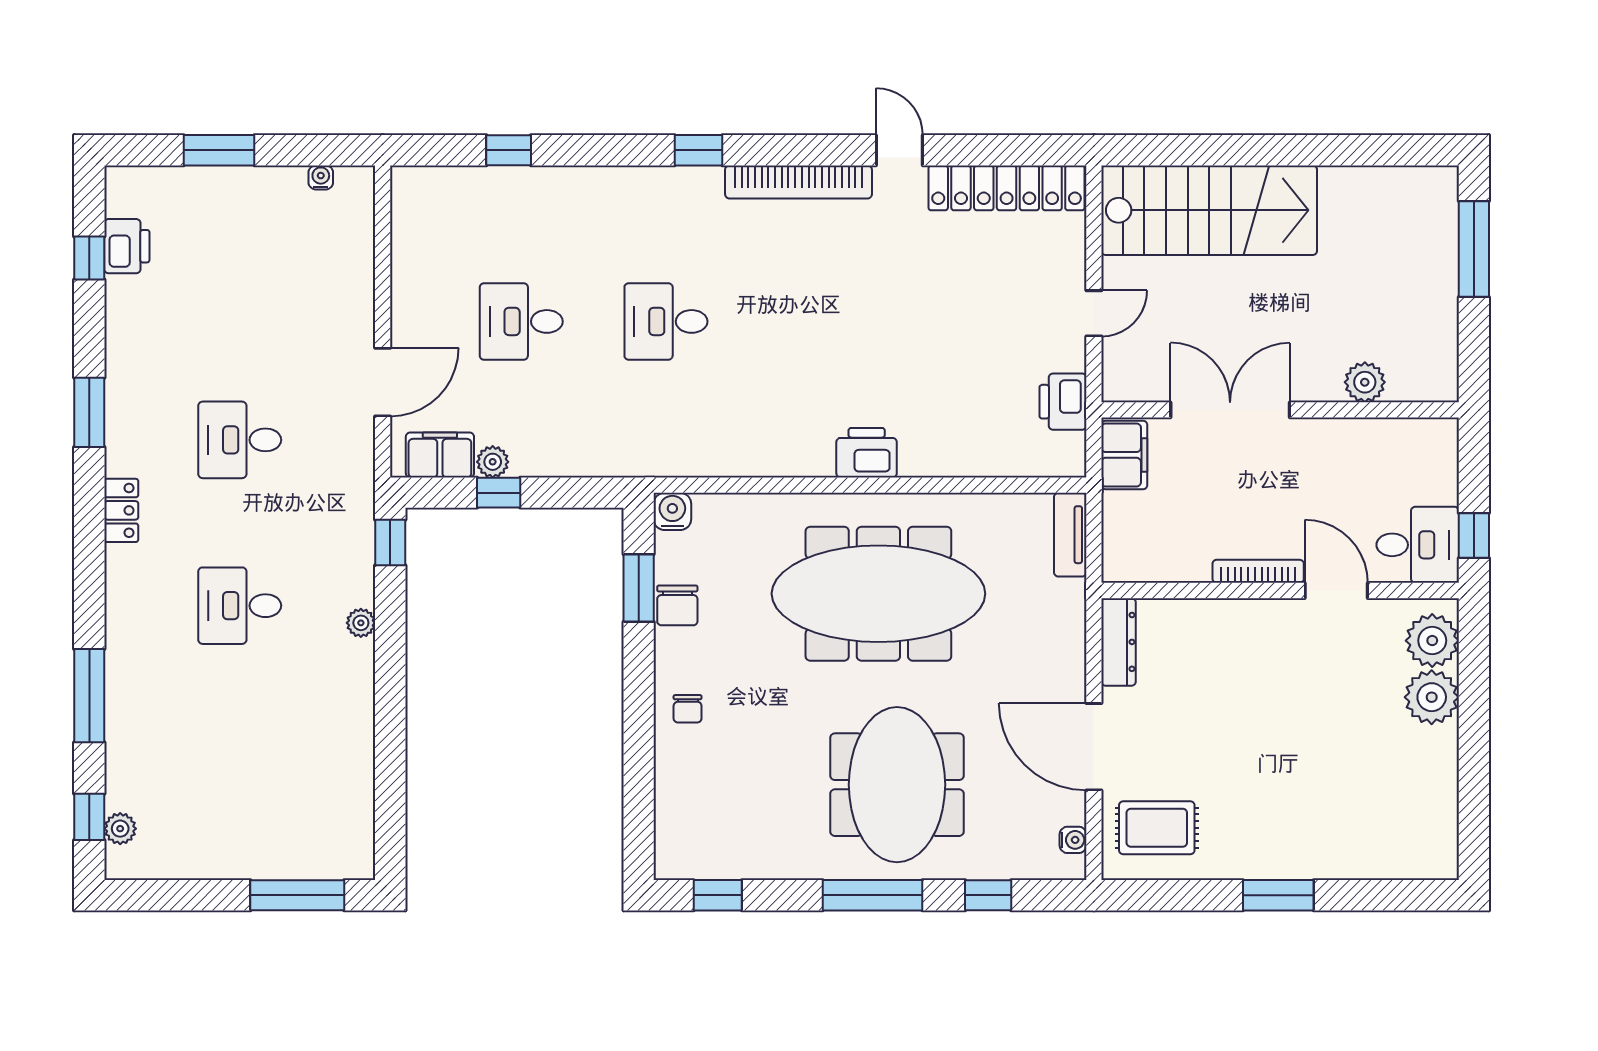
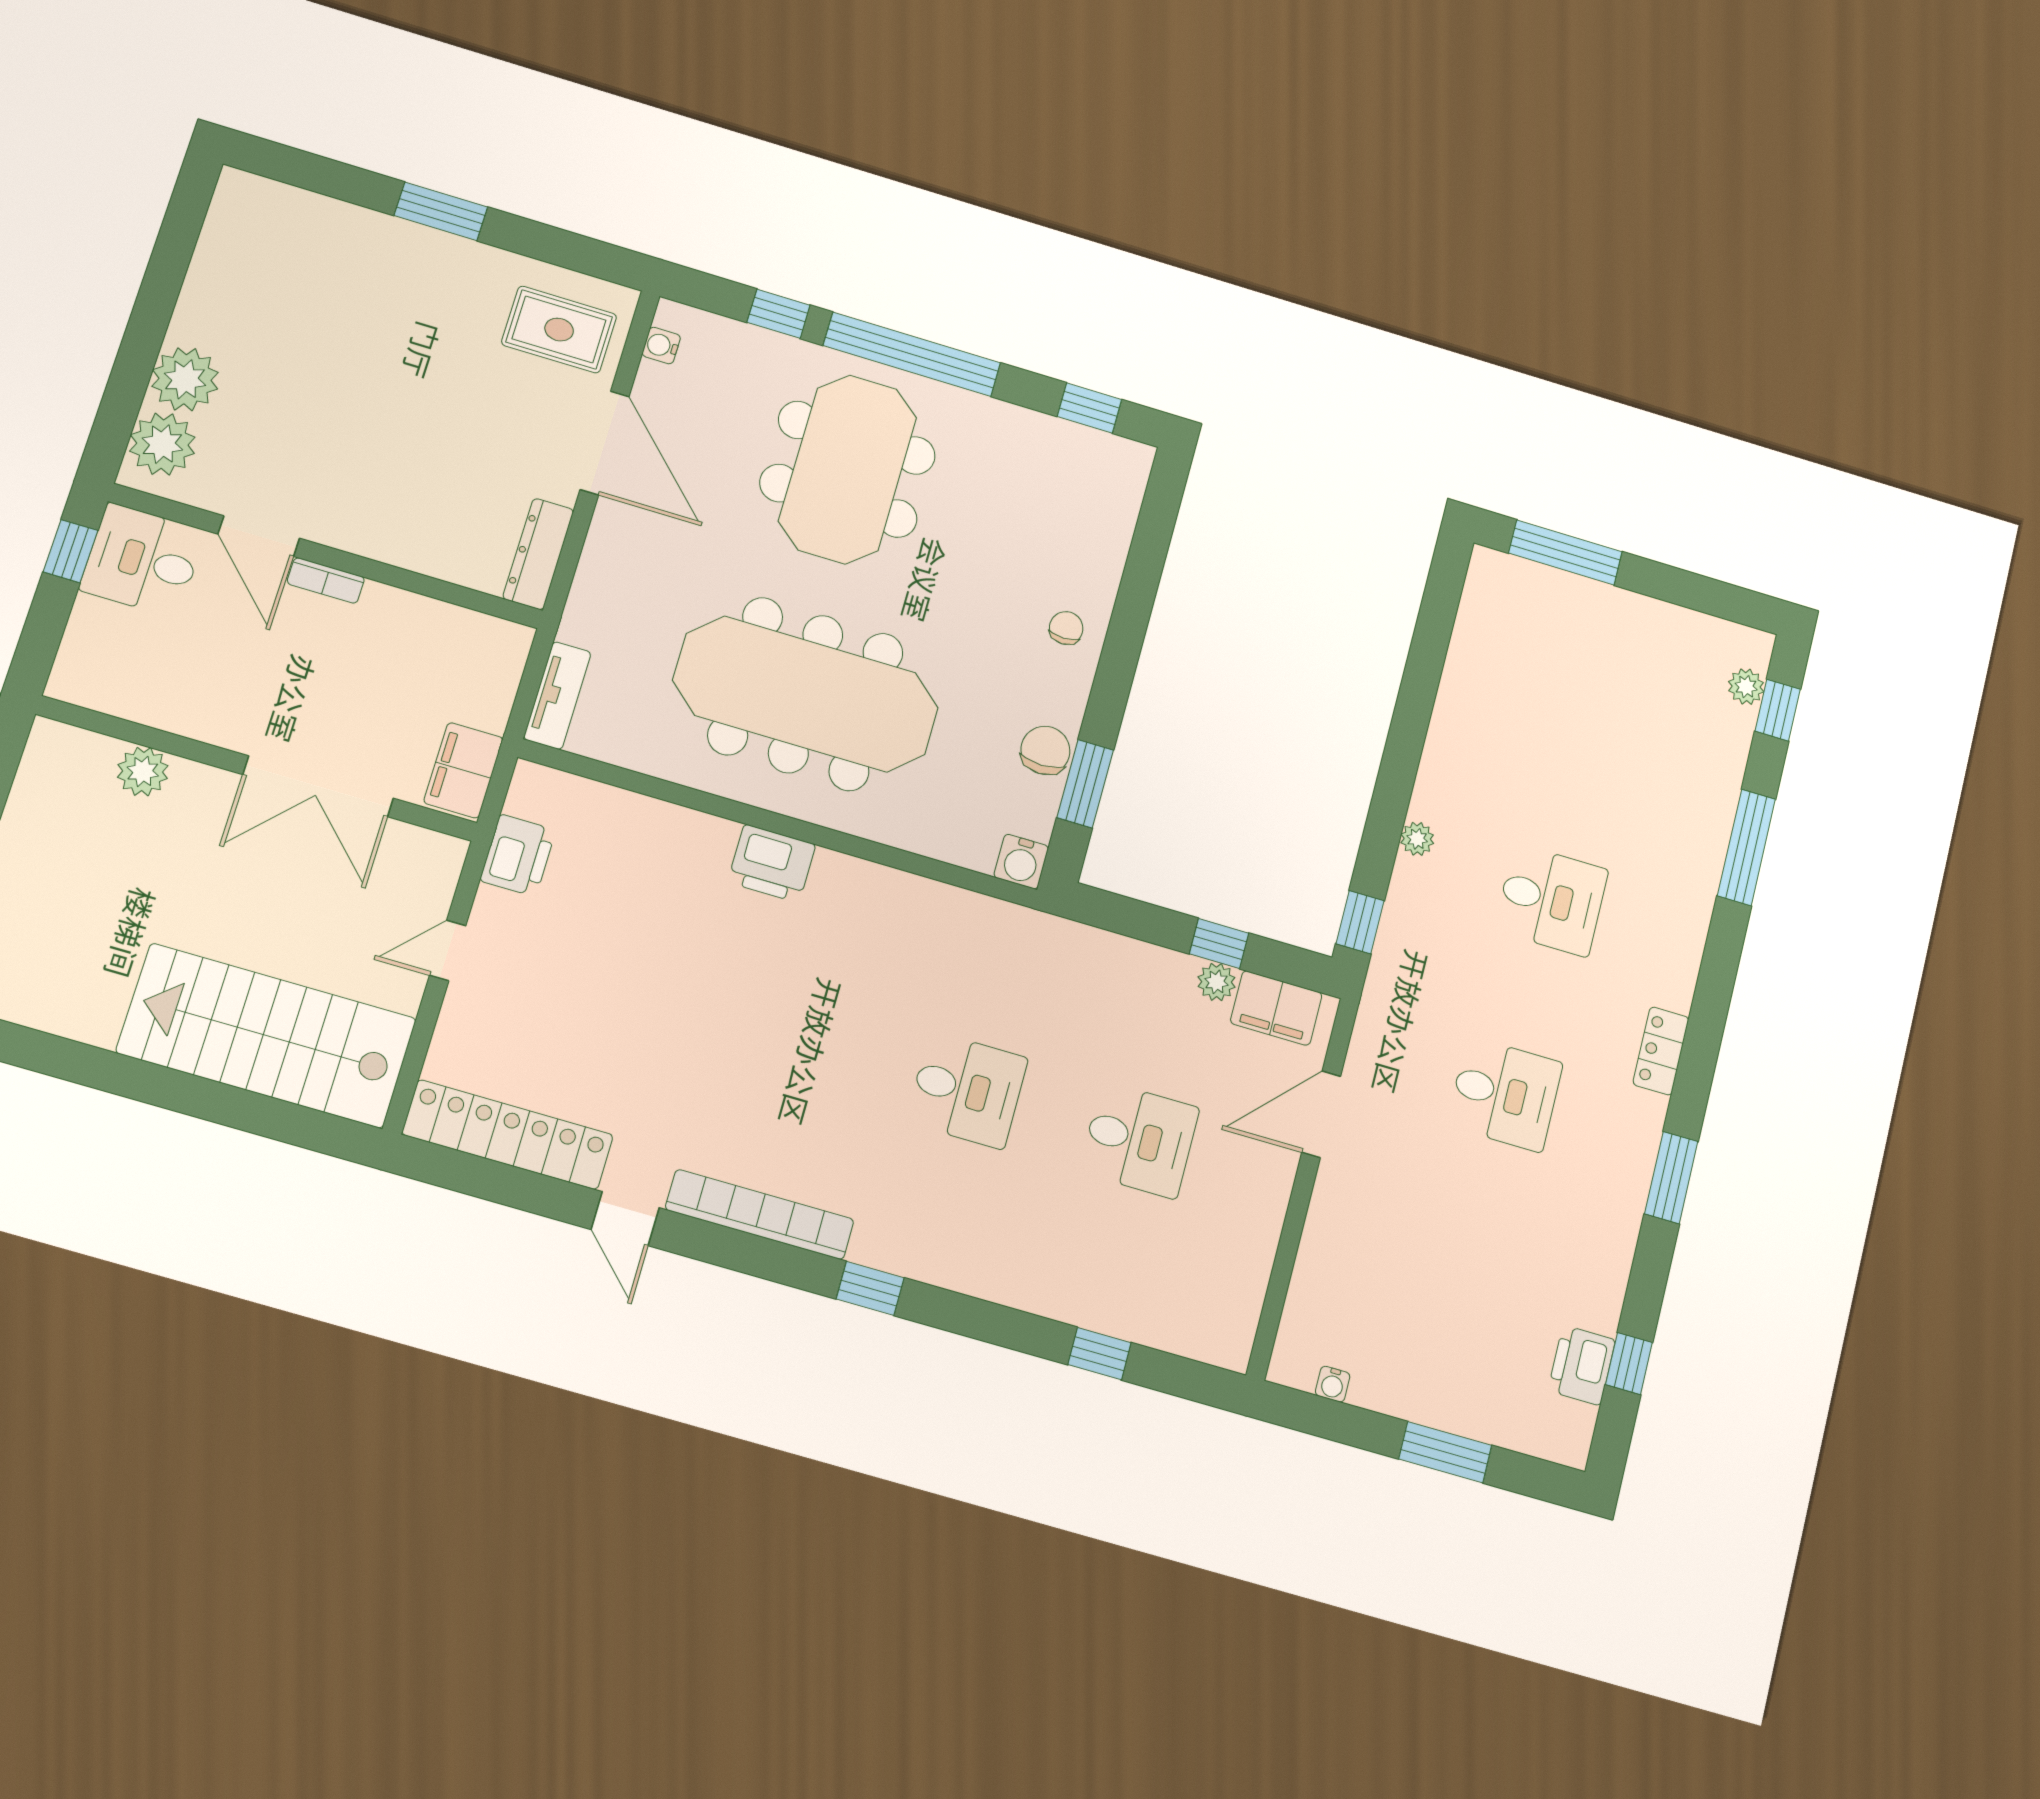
bookcase: (1258, 571) -> (326, 580), width x0.64
window: (873, 895) -> (912, 354), width x1.46

